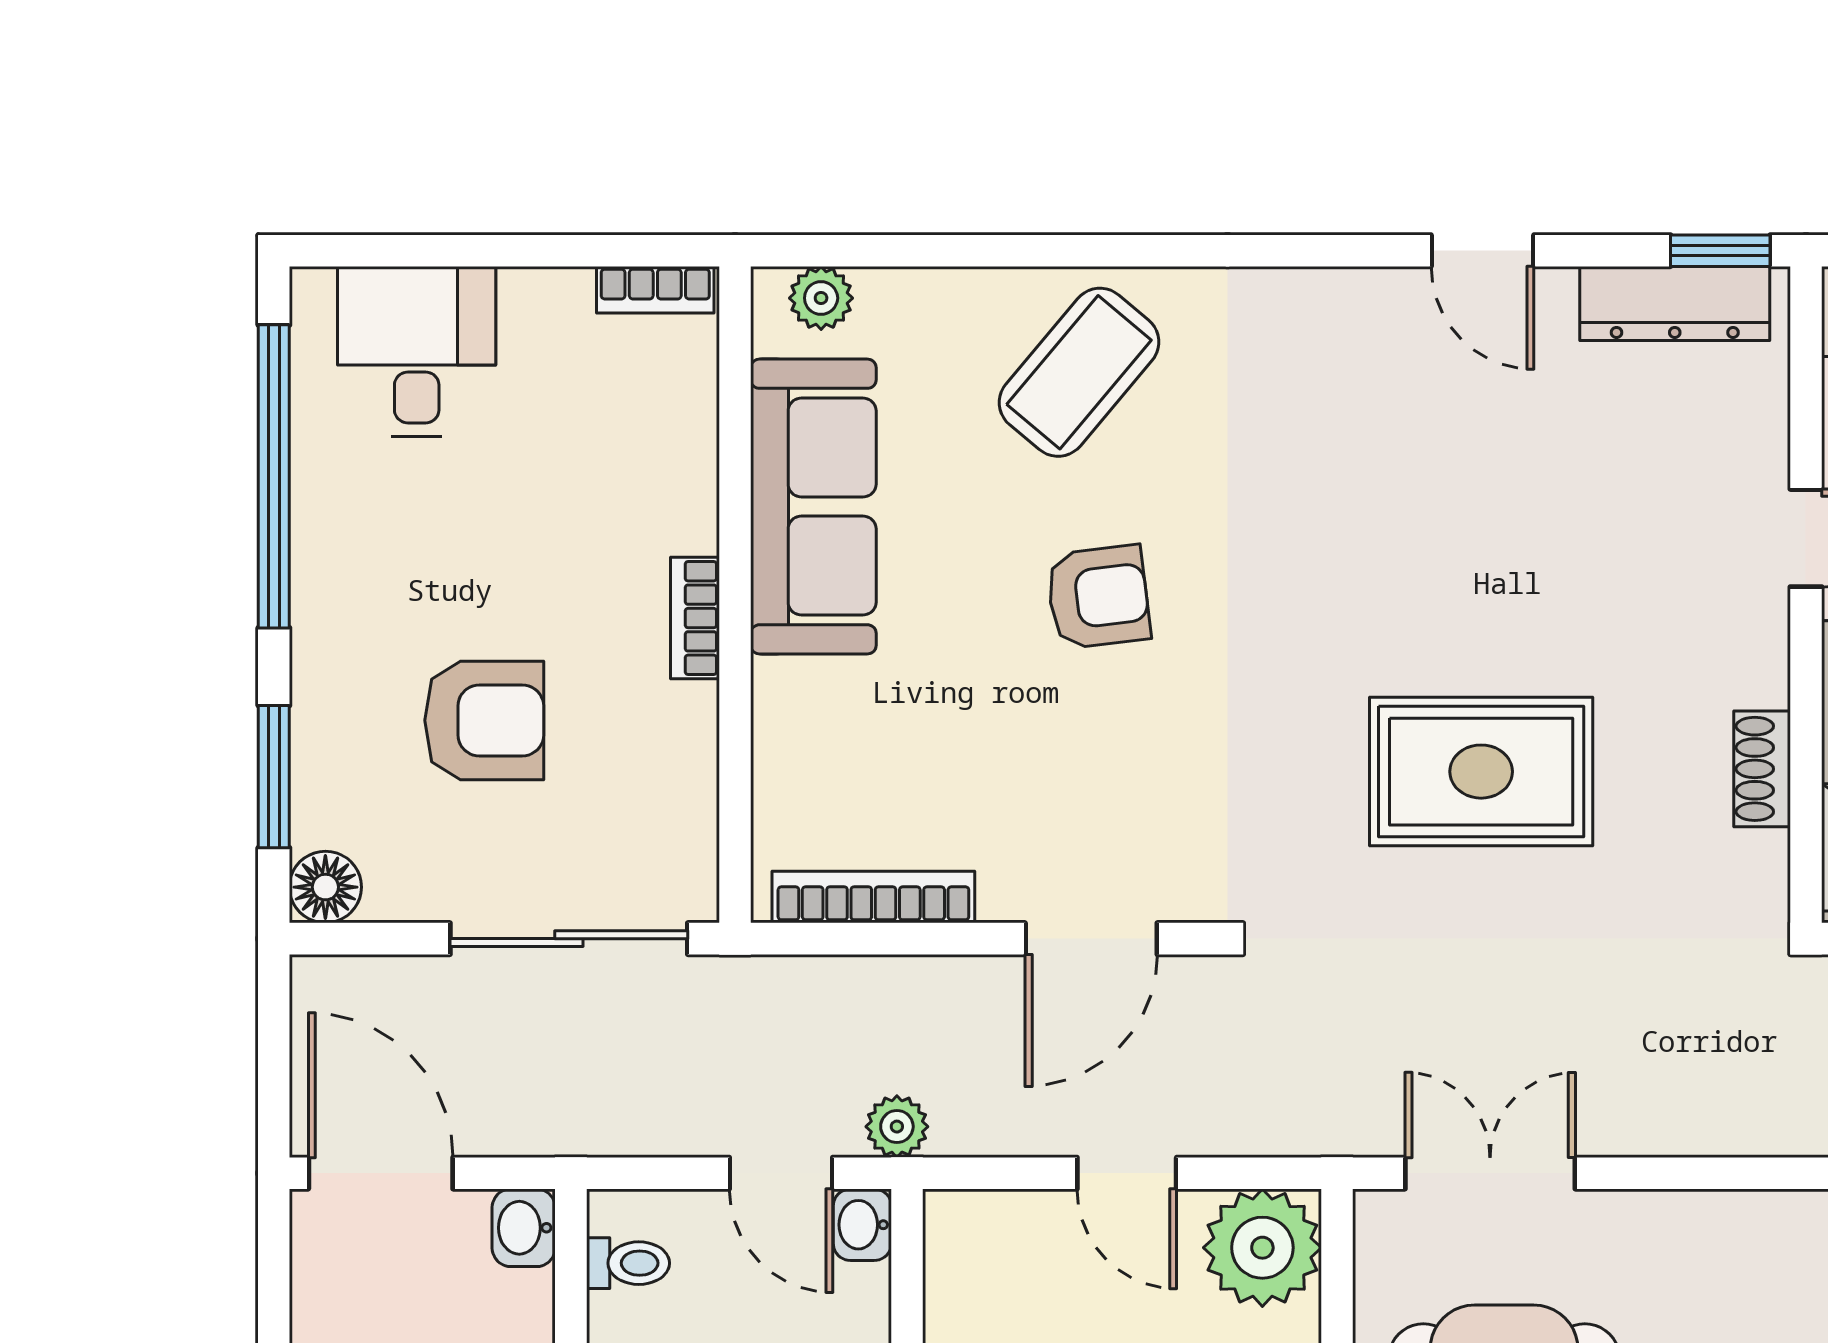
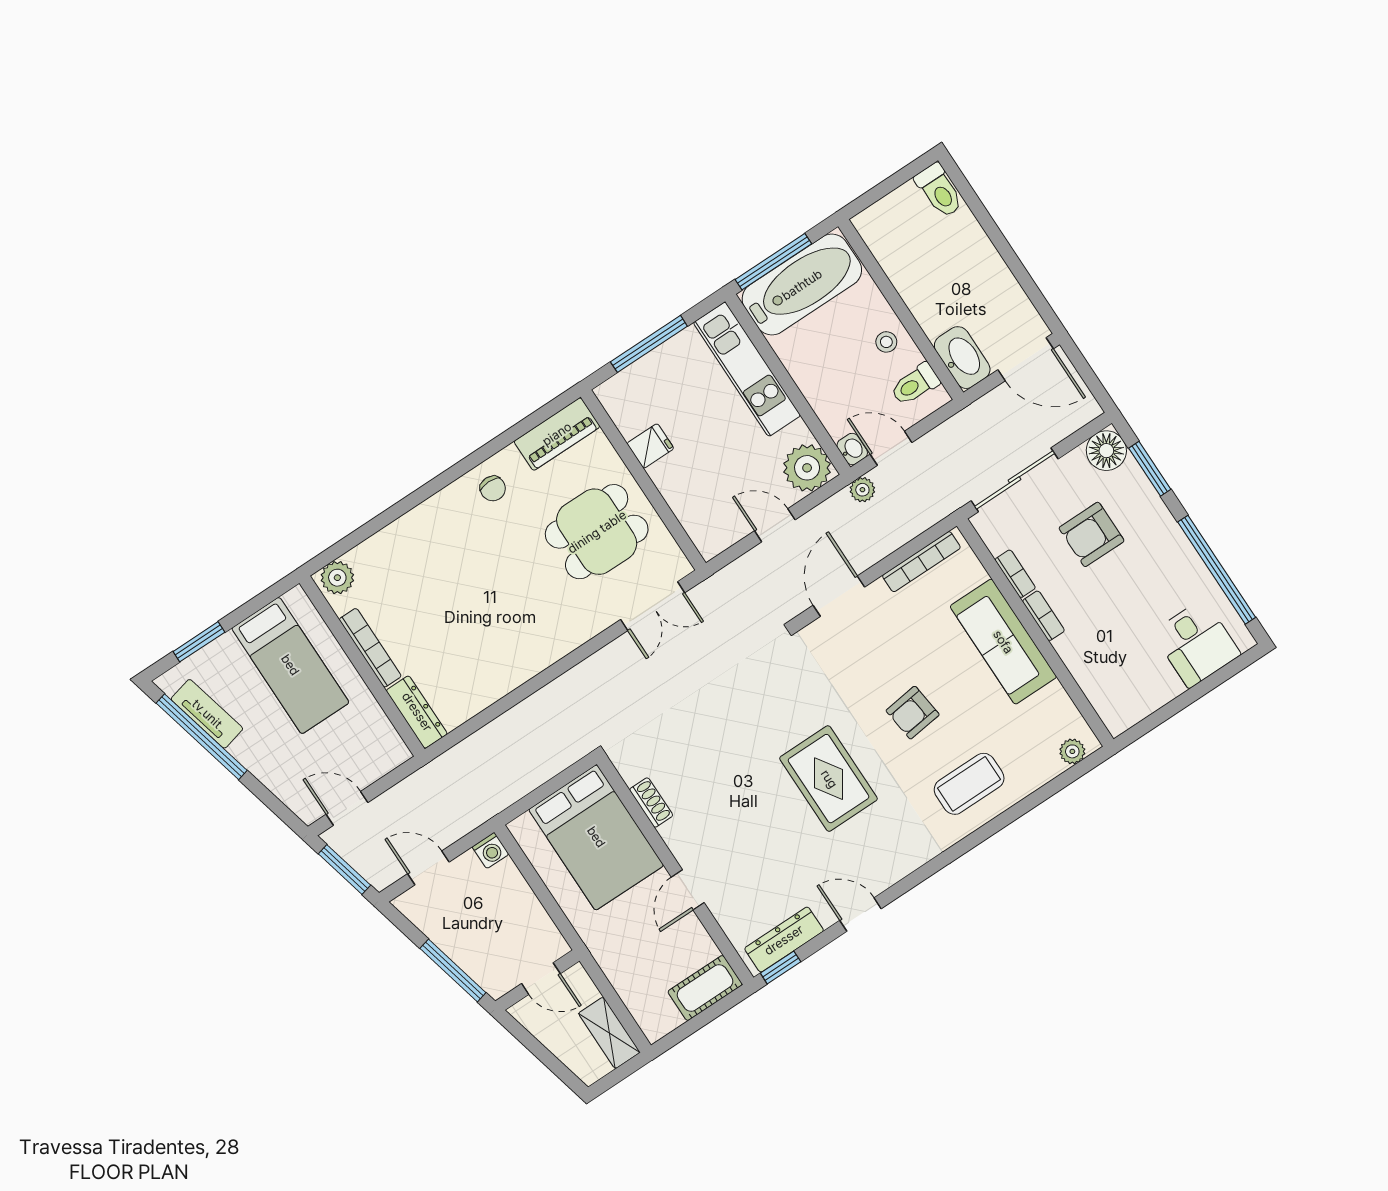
bookcase: (655, 290) -> (1015, 574), moved, turned 90
coffee table: (1079, 372) -> (969, 784), turned 50
sofa: (813, 507) -> (1003, 642), moved
rug: (1481, 772) -> (829, 779), moved, turned 90
floor lamp: (325, 887) -> (1106, 451), width x1.38, depth x1.38
washbasin: (524, 1228) -> (962, 358), width x1.91, depth x1.45
plant: (1262, 1248) -> (807, 468), moved
toilet: (628, 1263) -> (915, 384), width x1.37, depth x1.39

